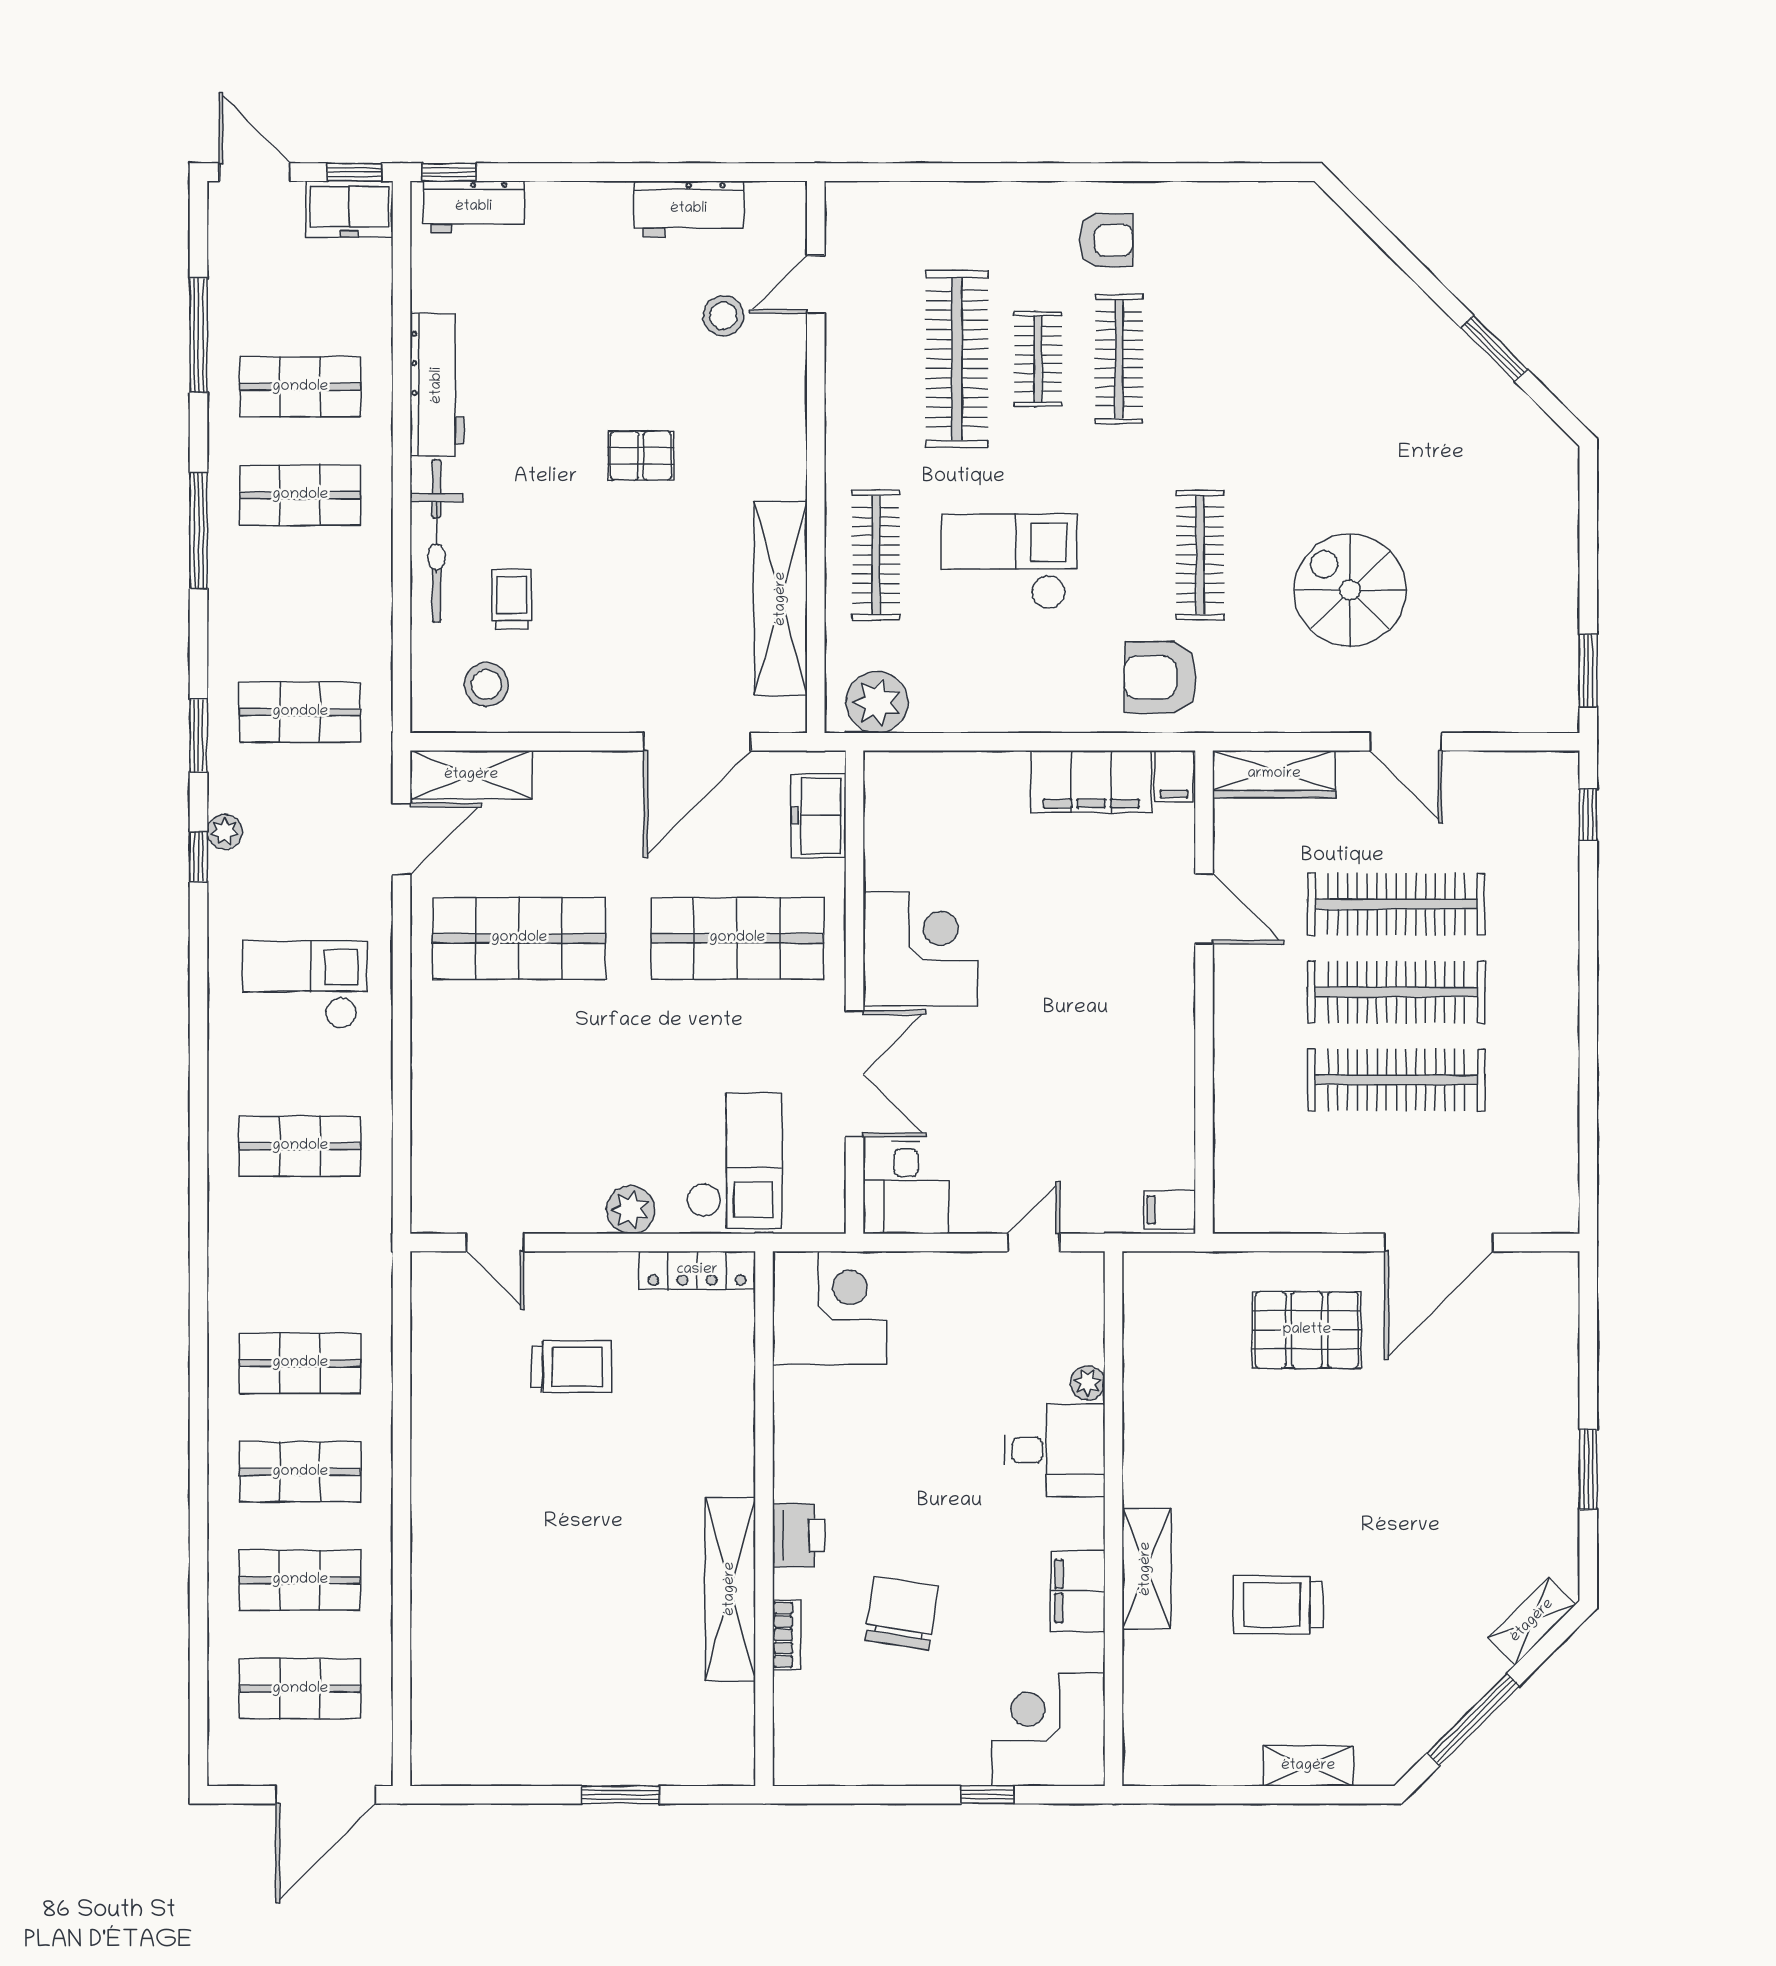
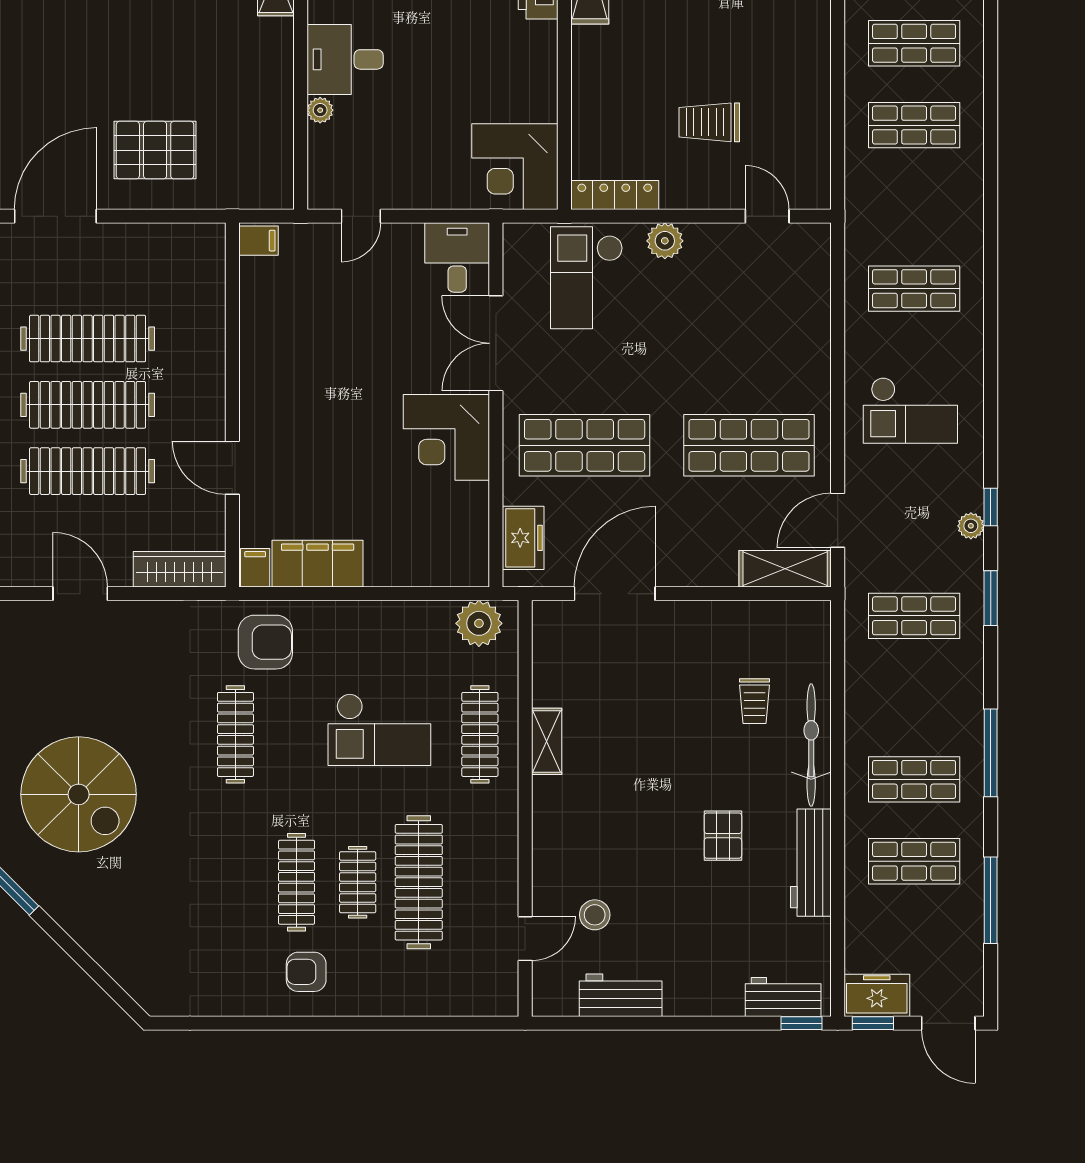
pallet: (641, 456) -> (723, 836), moved, turned 90
spiral stairs: (1350, 590) -> (79, 794), moved, width x1.37, depth x1.37
shelving: (781, 599) -> (547, 741), width x0.45, depth x0.75
stool: (486, 684) -> (774, 637), removed

